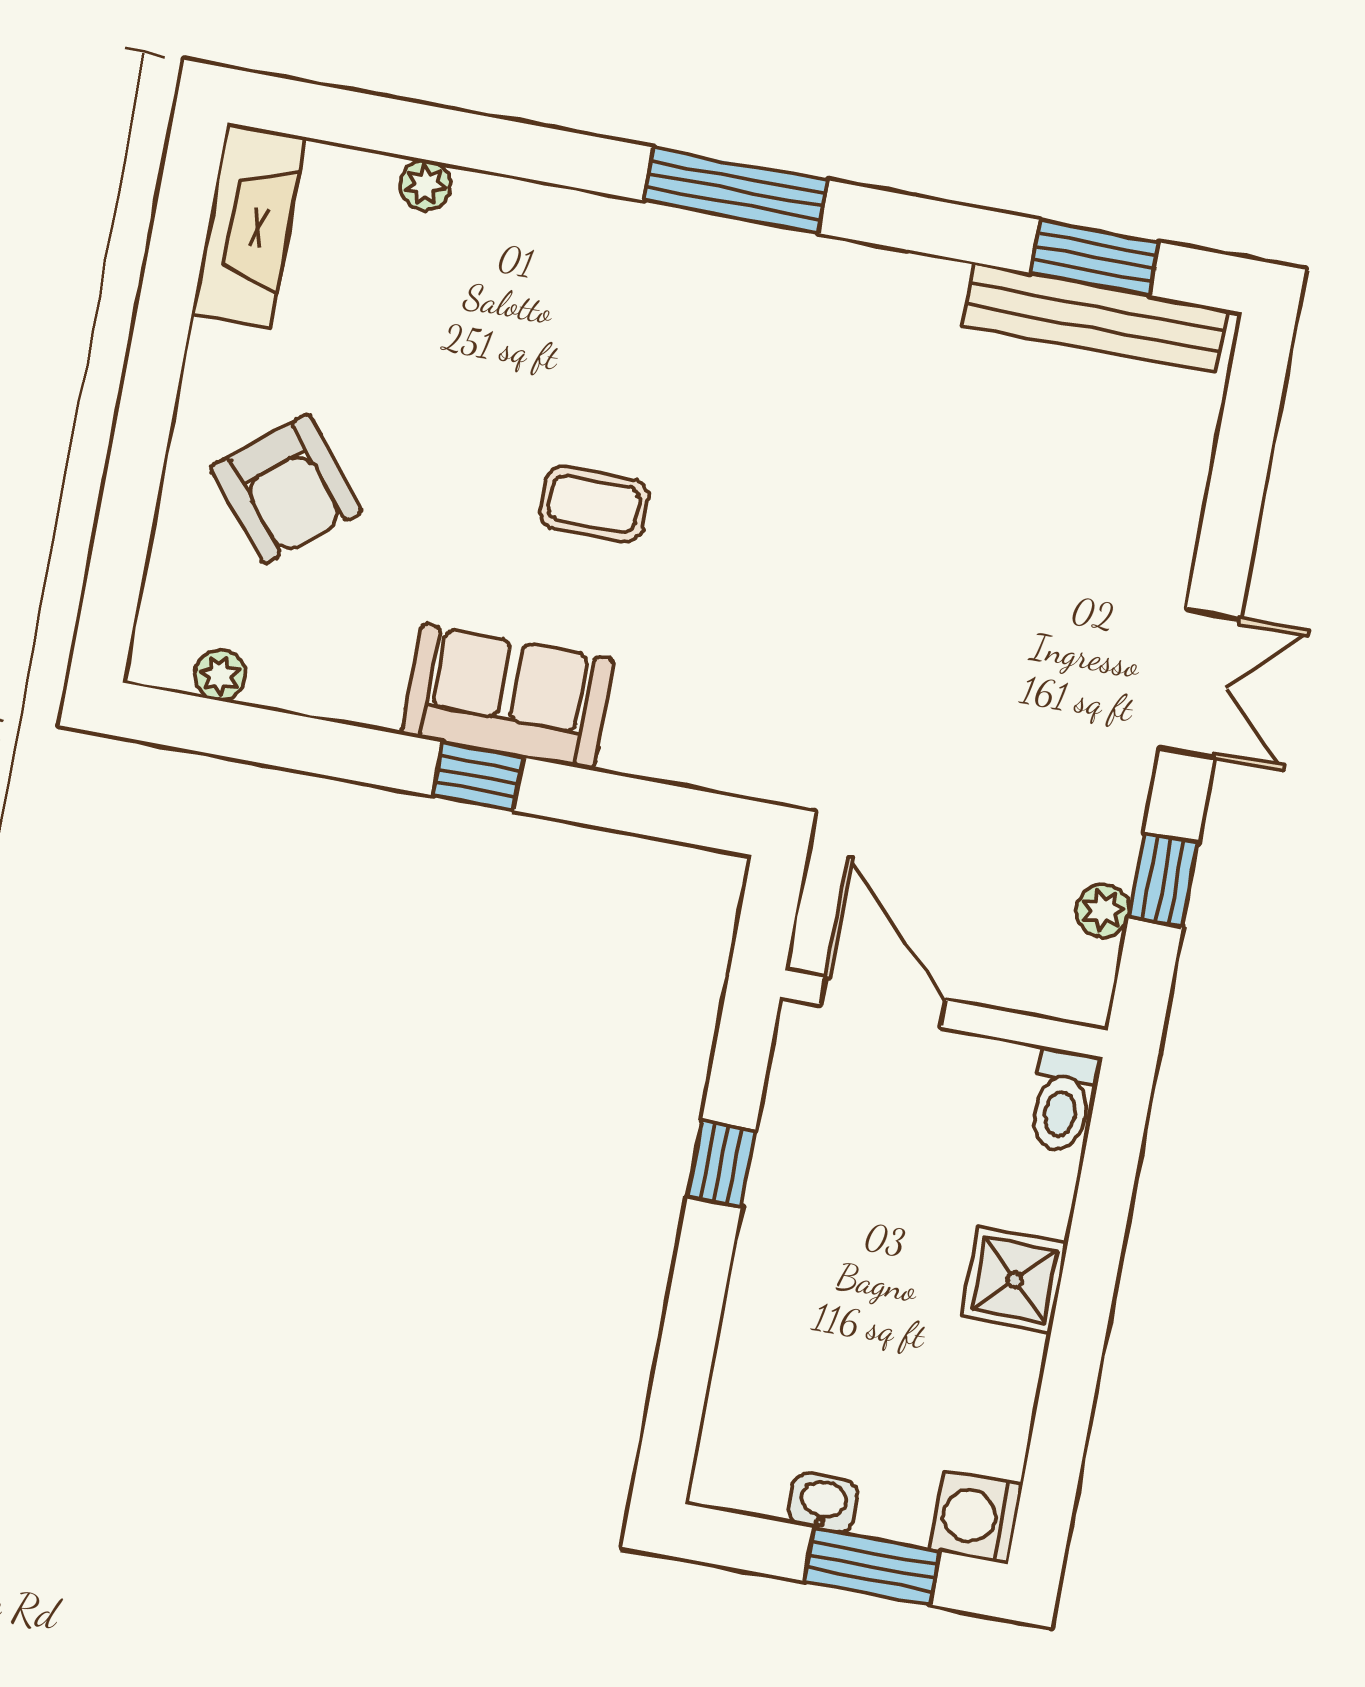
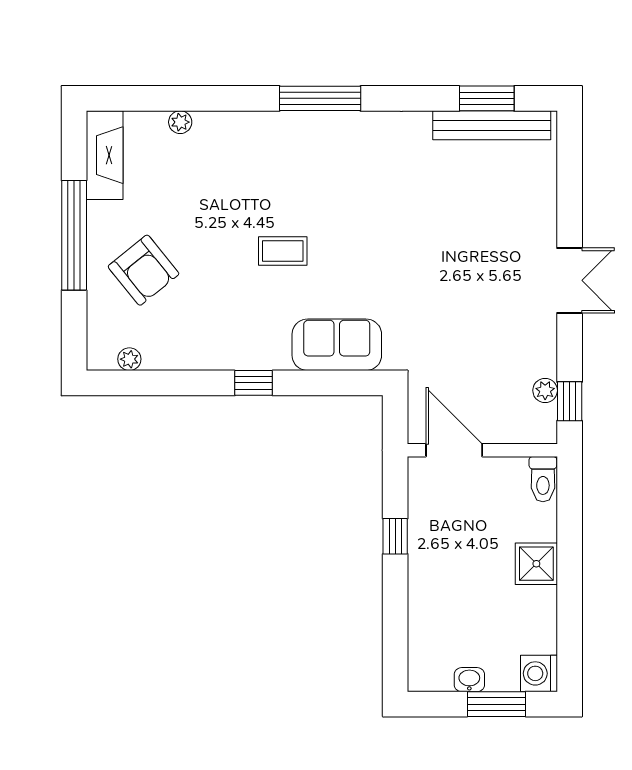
window: (151, 386) -> (74, 235), added
sofa: (507, 697) -> (337, 345), moved
window: (1163, 880) -> (570, 401), moved

